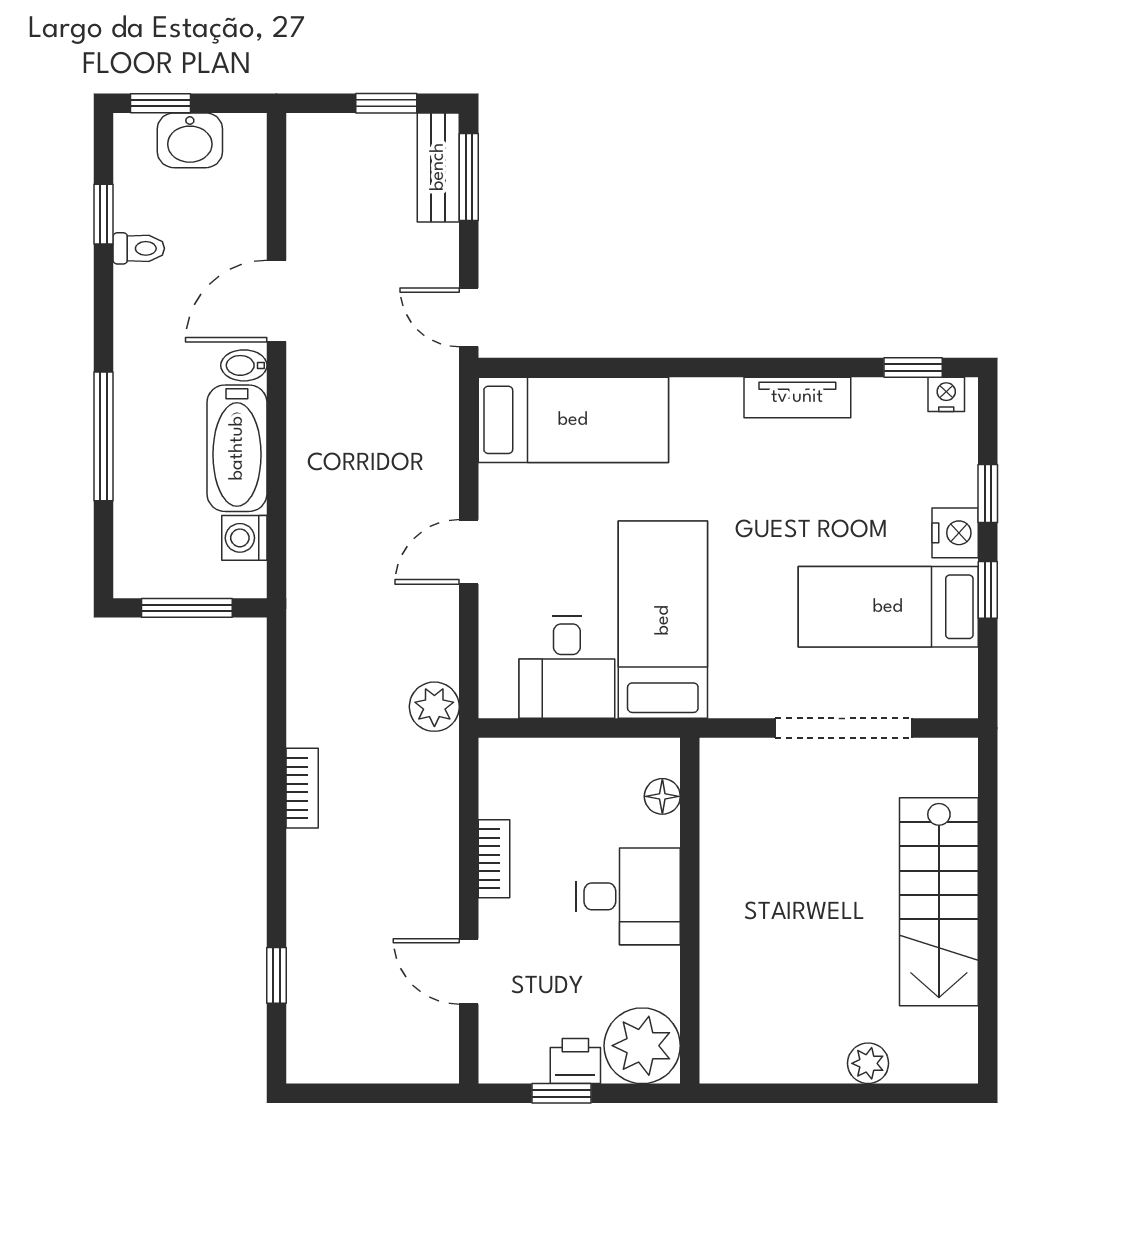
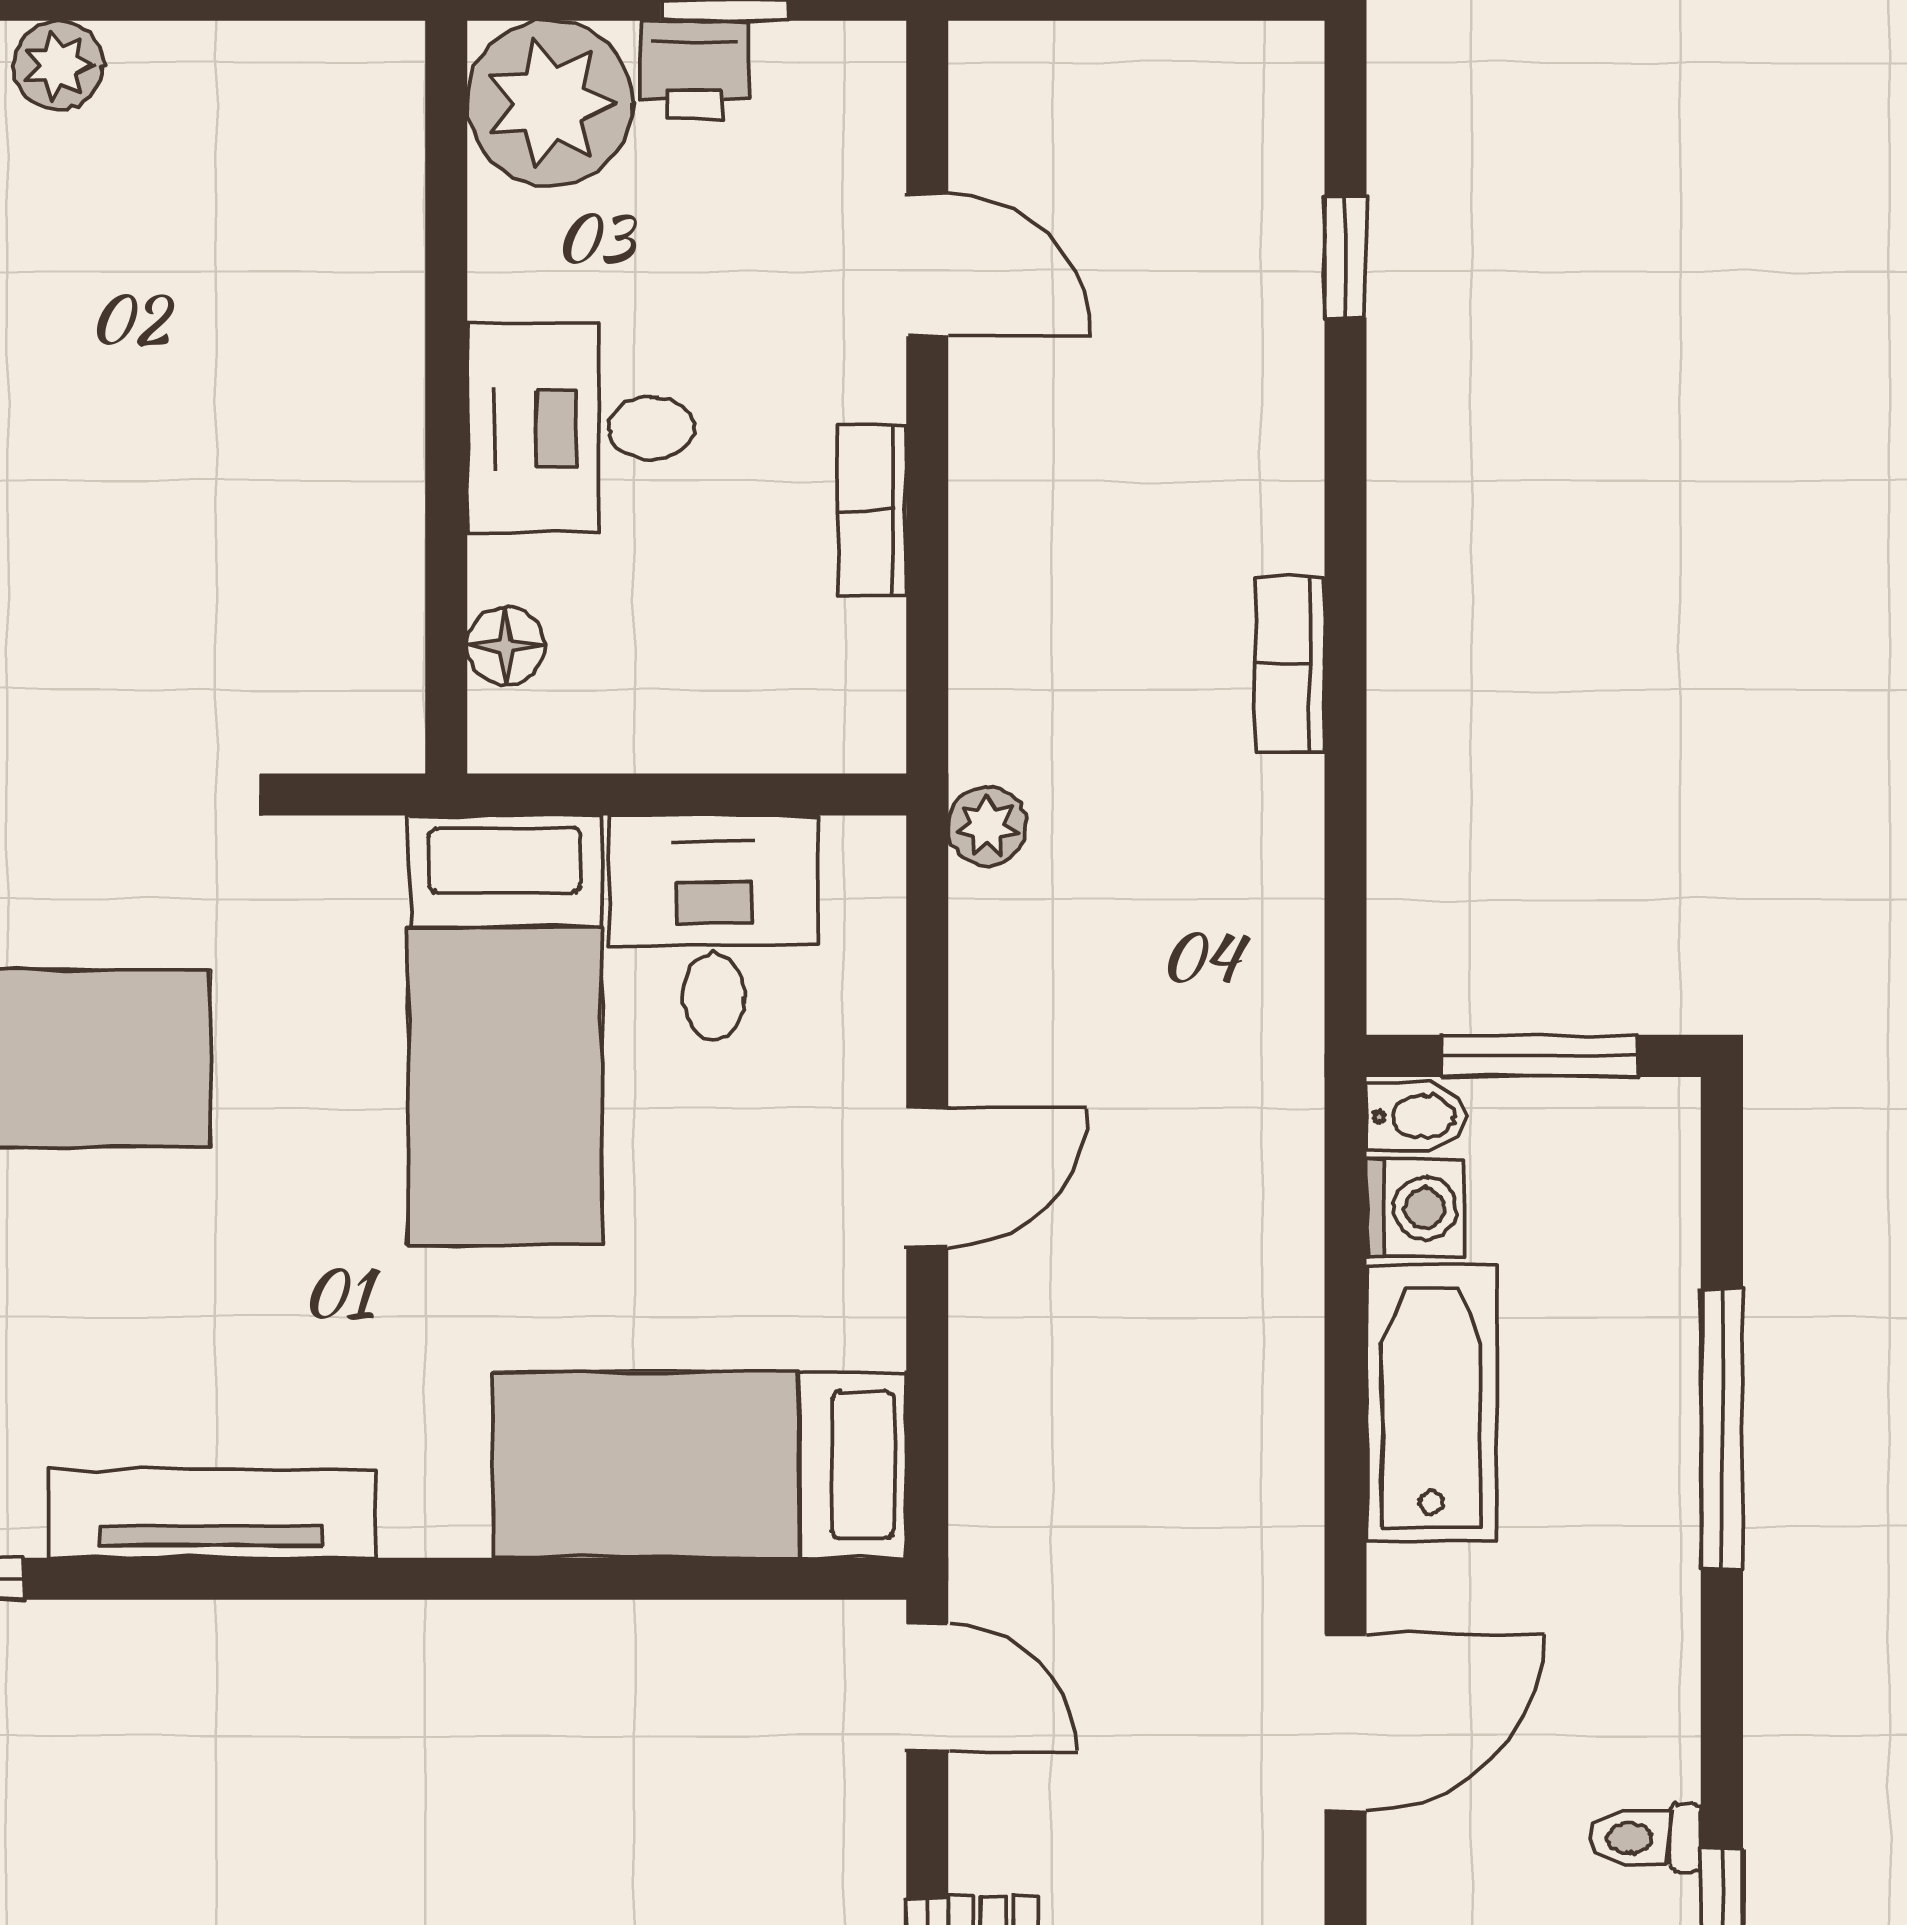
bidet: (244, 365) -> (1416, 1117), moved
tv unit: (797, 397) -> (212, 1514), width x1.41
plant: (434, 707) -> (987, 826), width x0.73, depth x0.73

